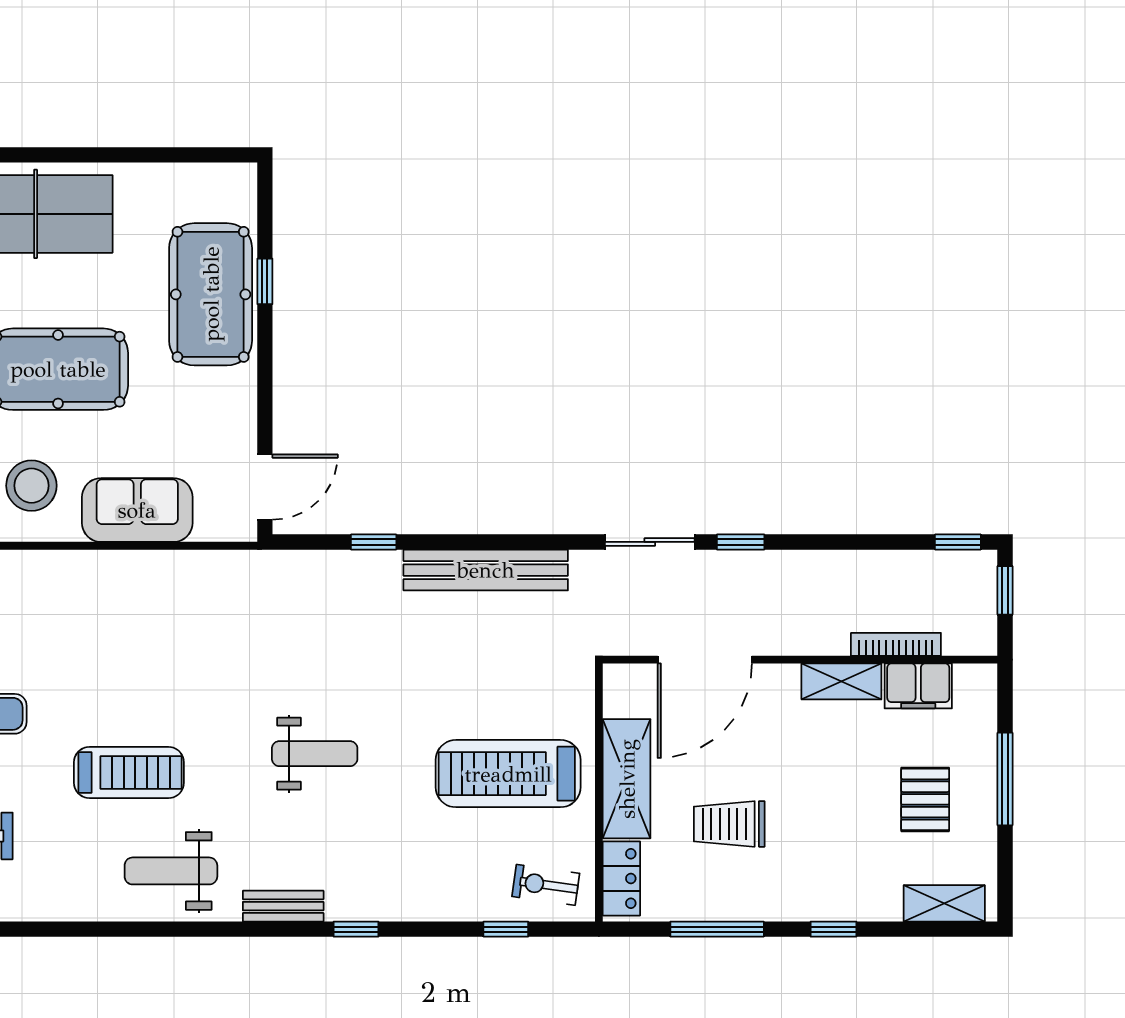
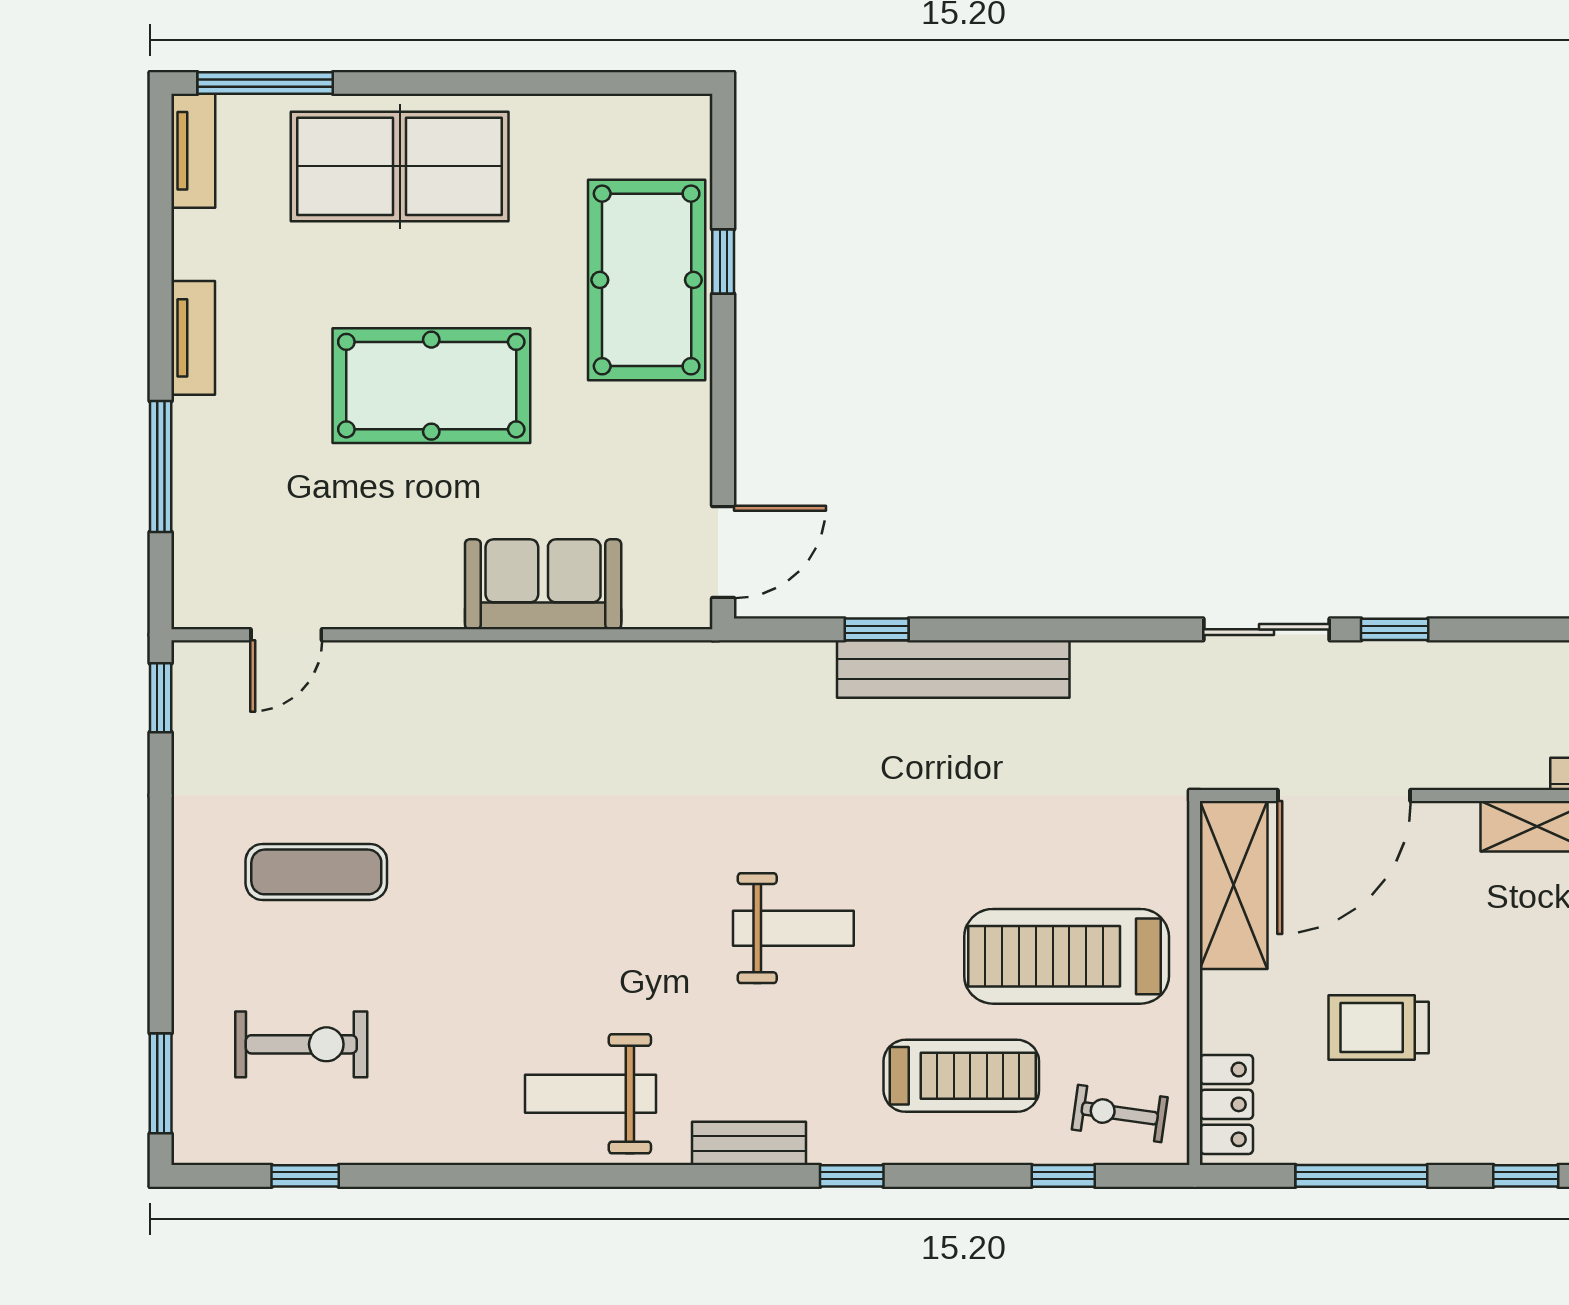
stool: (31, 486) -> (394, 550), removed
bench: (486, 570) -> (953, 669), moved
treadmill: (129, 773) -> (961, 1076), moved
shelving: (627, 779) -> (1234, 885), moved

